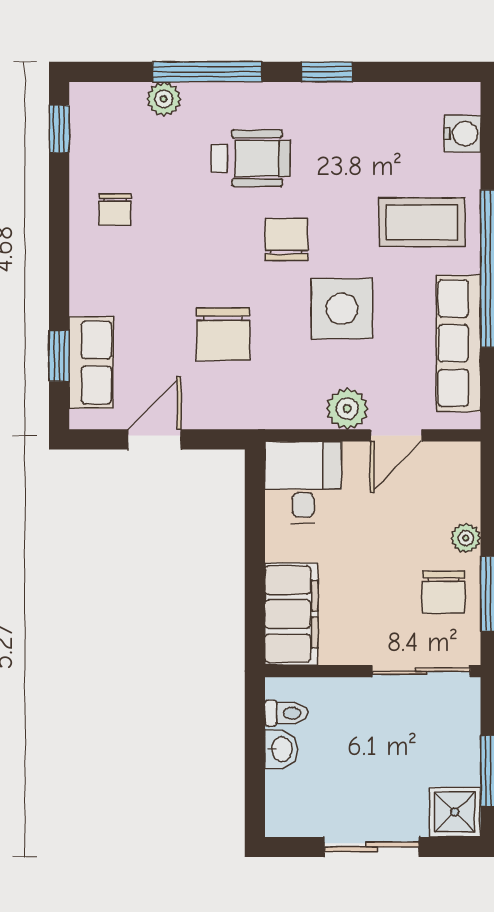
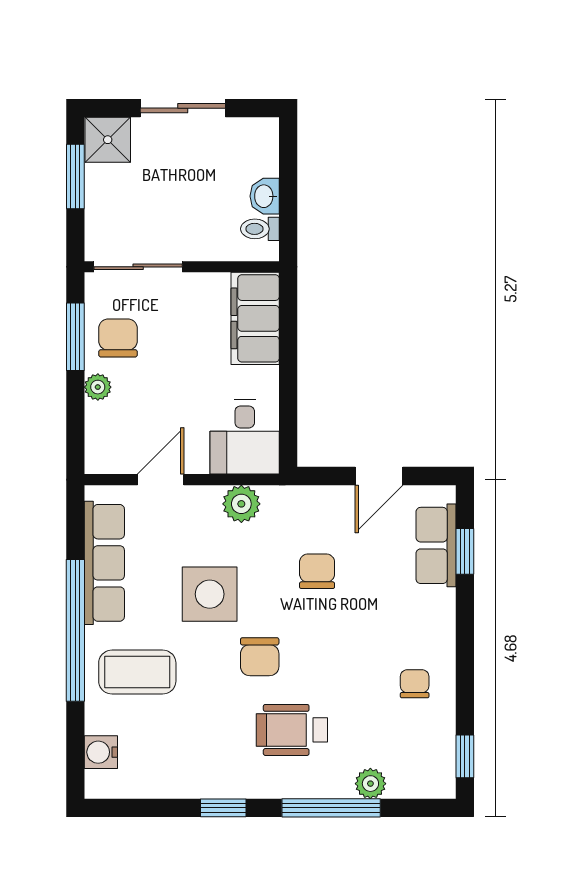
chair: (223, 334) -> (317, 571), width x0.73, depth x0.73
plant: (347, 409) -> (241, 504), moved

